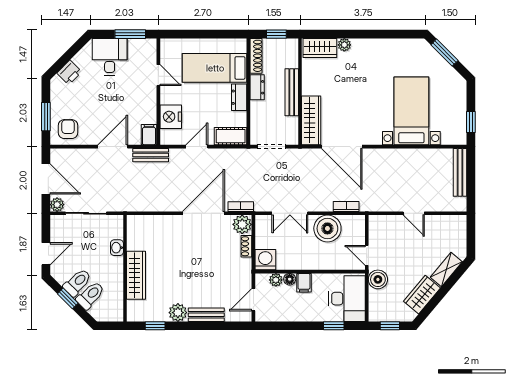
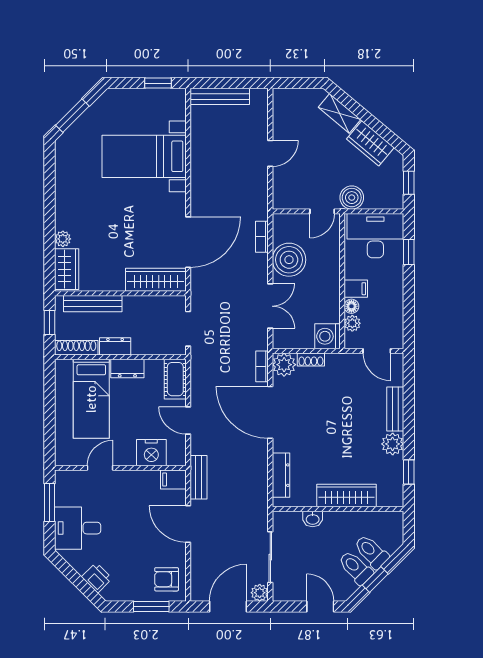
bench: (292, 92) -> (93, 304), moved
dresser: (153, 222) -> (281, 475), added

